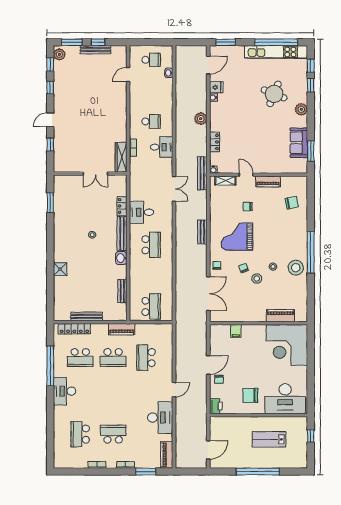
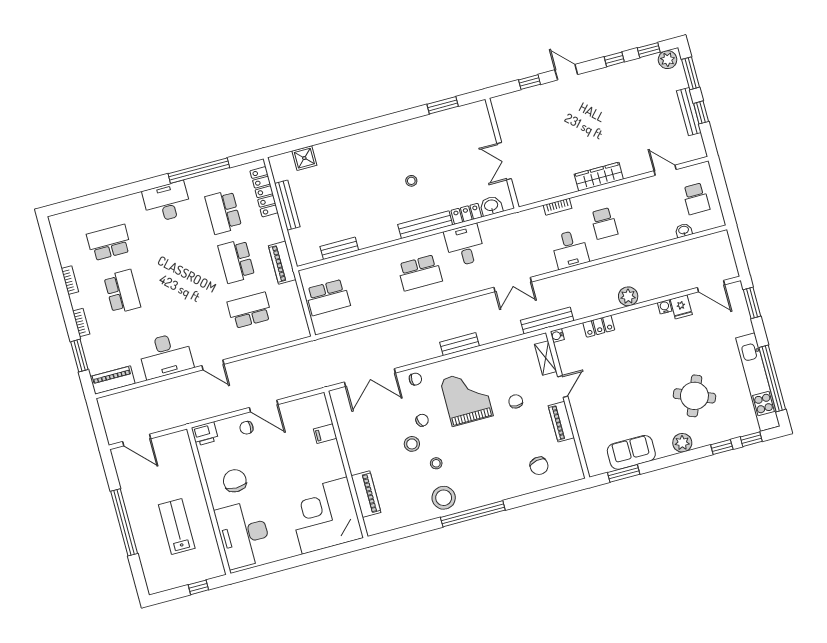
wardrobe: (121, 157) -> (599, 177), moved
washbasin: (121, 258) -> (491, 206), moved
shower: (60, 269) -> (304, 158), moved

